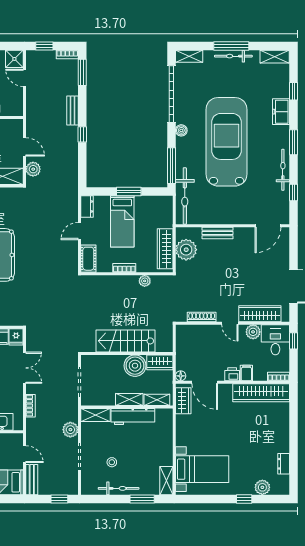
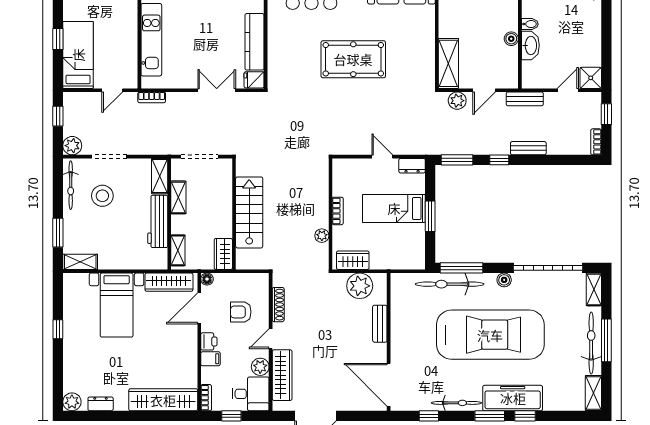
bicycle: (233, 56) -> (591, 343), width x1.37, depth x1.40
window: (82, 72) -> (457, 160), moved
window: (294, 91) -> (525, 416), moved
freezer: (281, 112) -> (513, 398), width x1.91, depth x1.26
bicycle: (185, 196) -> (450, 284), moved
door: (268, 226) -> (389, 385), width x1.36
wardrobe: (165, 249) -> (353, 260), width x0.67
cot: (88, 259) -> (349, 167), removed
window: (294, 341) -> (231, 416), moved
armchair: (208, 348) -> (241, 312), added
boiler: (135, 366) -> (219, 224), removed
double door: (25, 368) -> (217, 90), swing flipped
wardrobe: (261, 393) -> (163, 400), moved, turned 90
shelving: (129, 399) -> (178, 197), moved
wardrobe: (183, 401) -> (169, 282), width x1.50
bookcase: (30, 406) -> (152, 97), moved
plant: (70, 430) -> (72, 146), moved
stool: (112, 462) -> (102, 196), width x1.89, depth x1.89
bed with nightstands: (202, 469) -> (117, 305), moved
bench: (32, 480) -> (525, 99), moved
plant: (262, 487) -> (72, 402), moved
bicycle: (119, 488) -> (71, 185), moved
window: (59, 499) -> (58, 116), moved
window: (244, 499) -> (58, 329), moved

